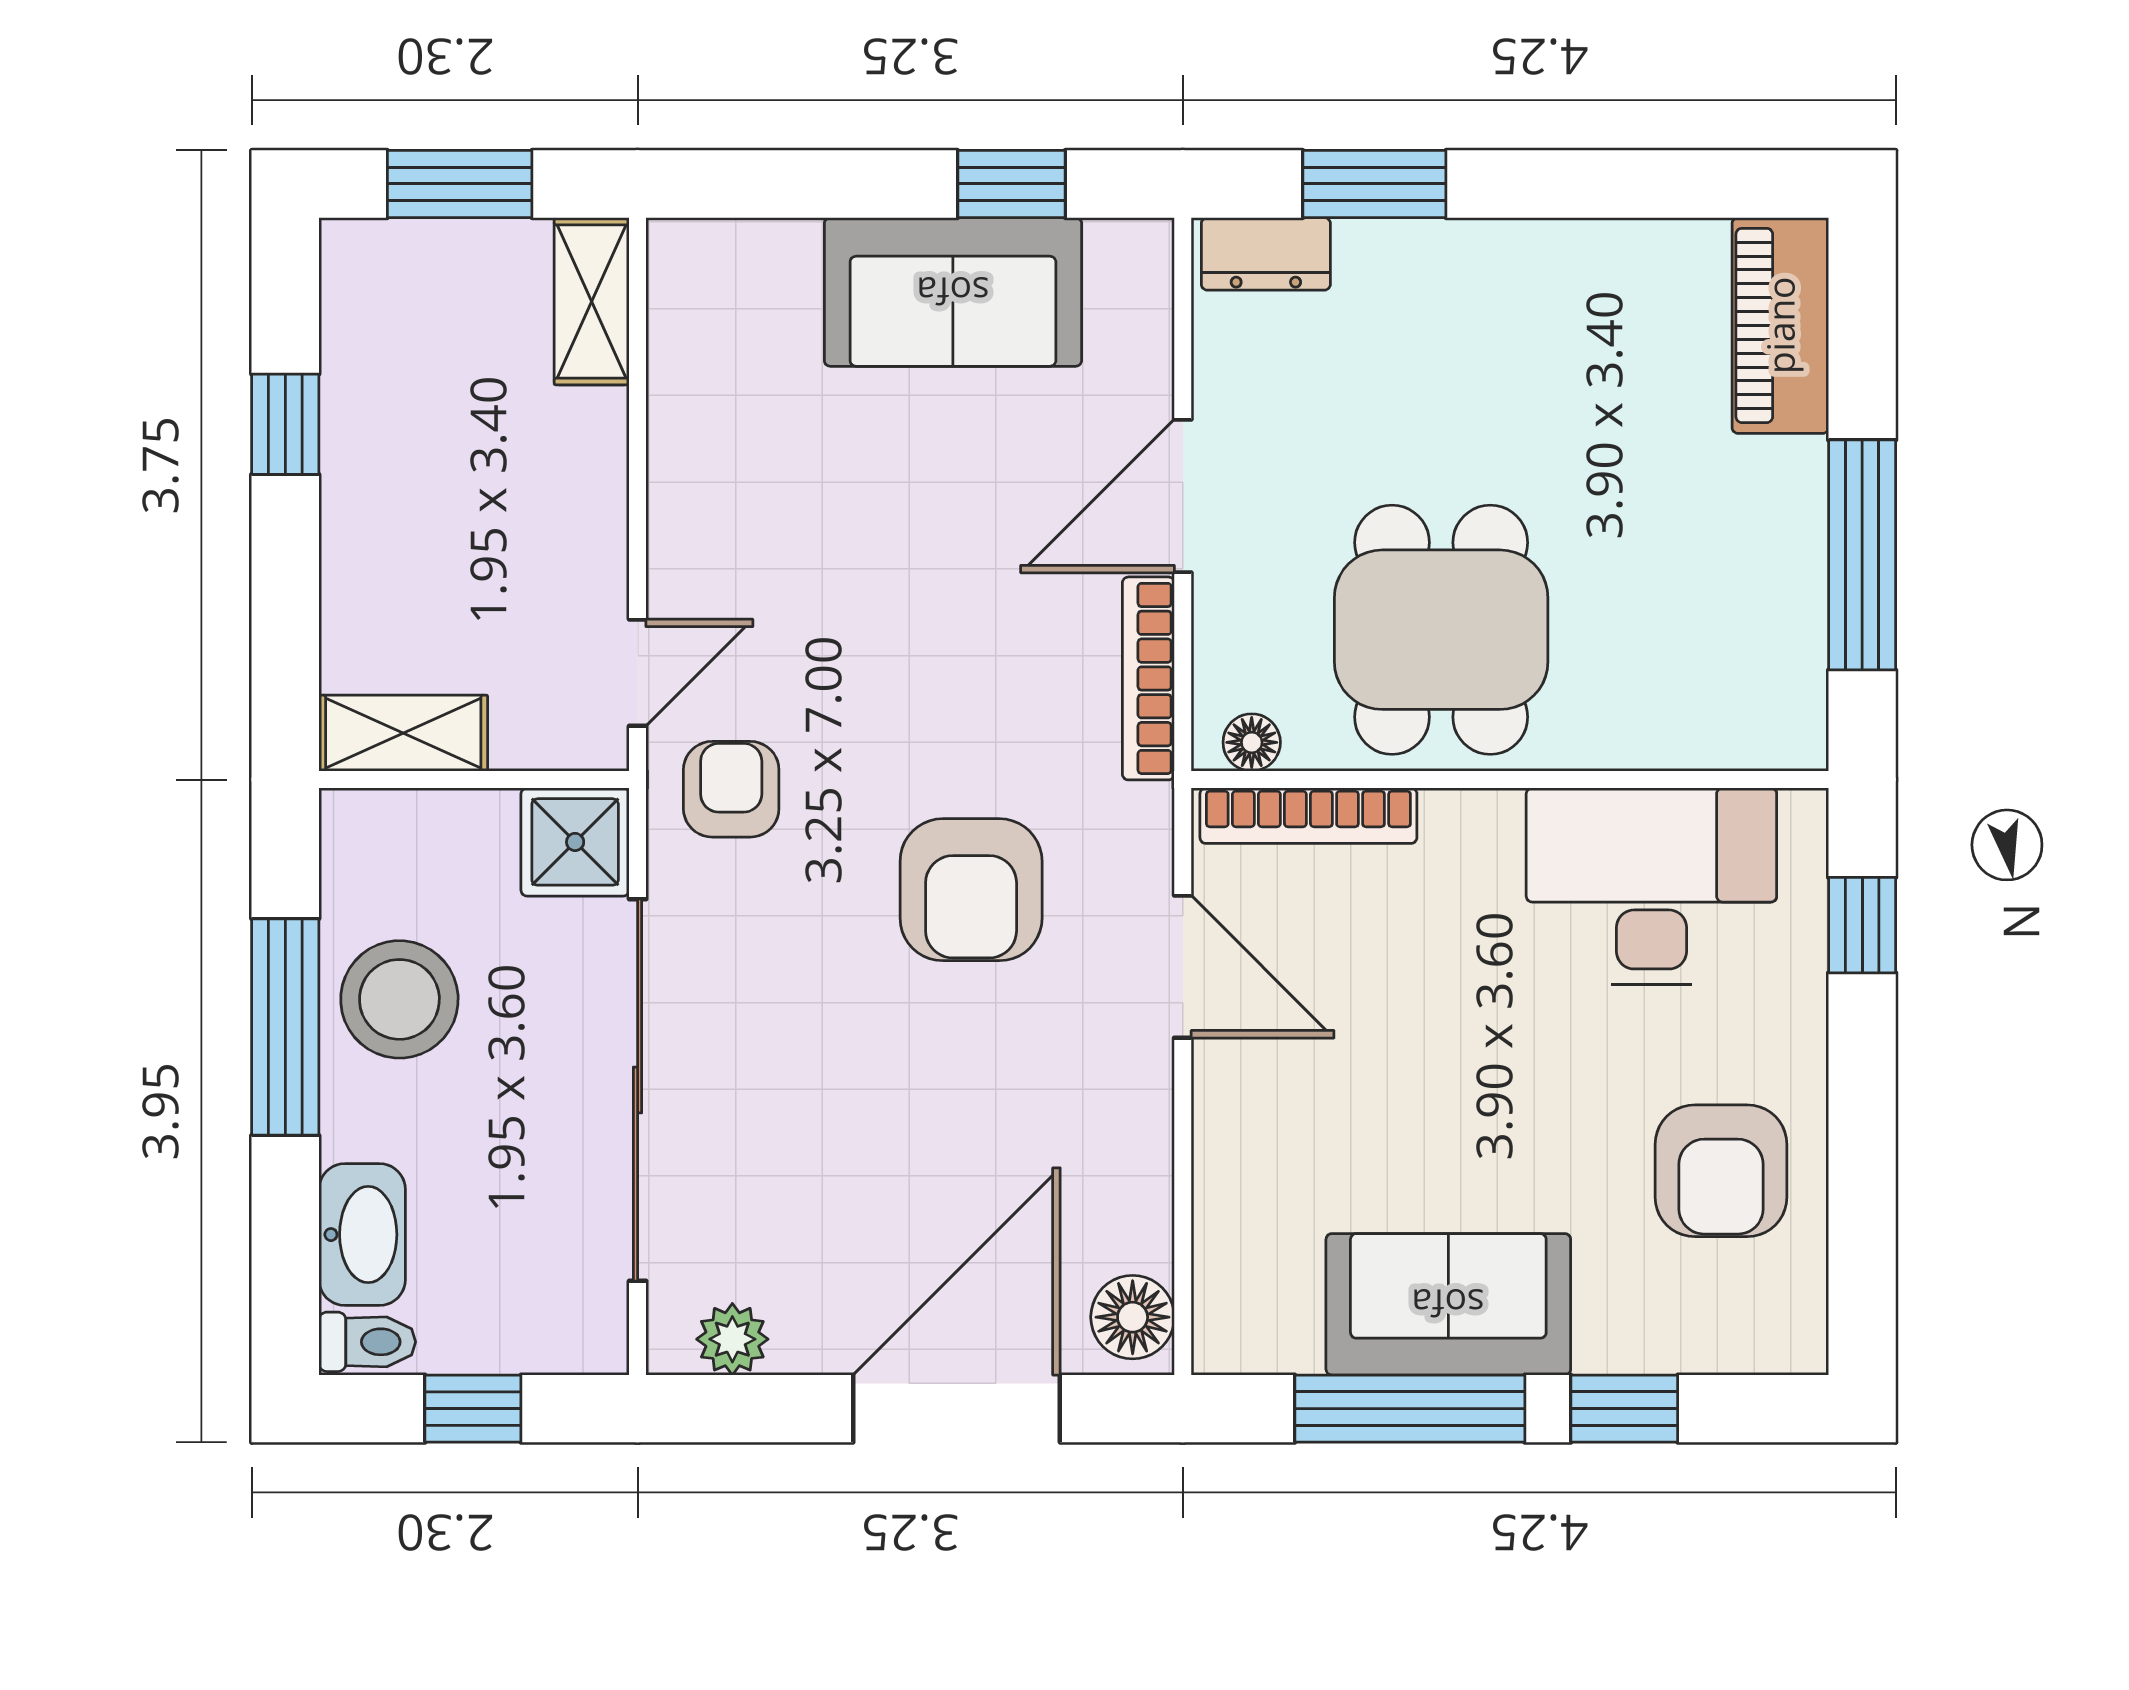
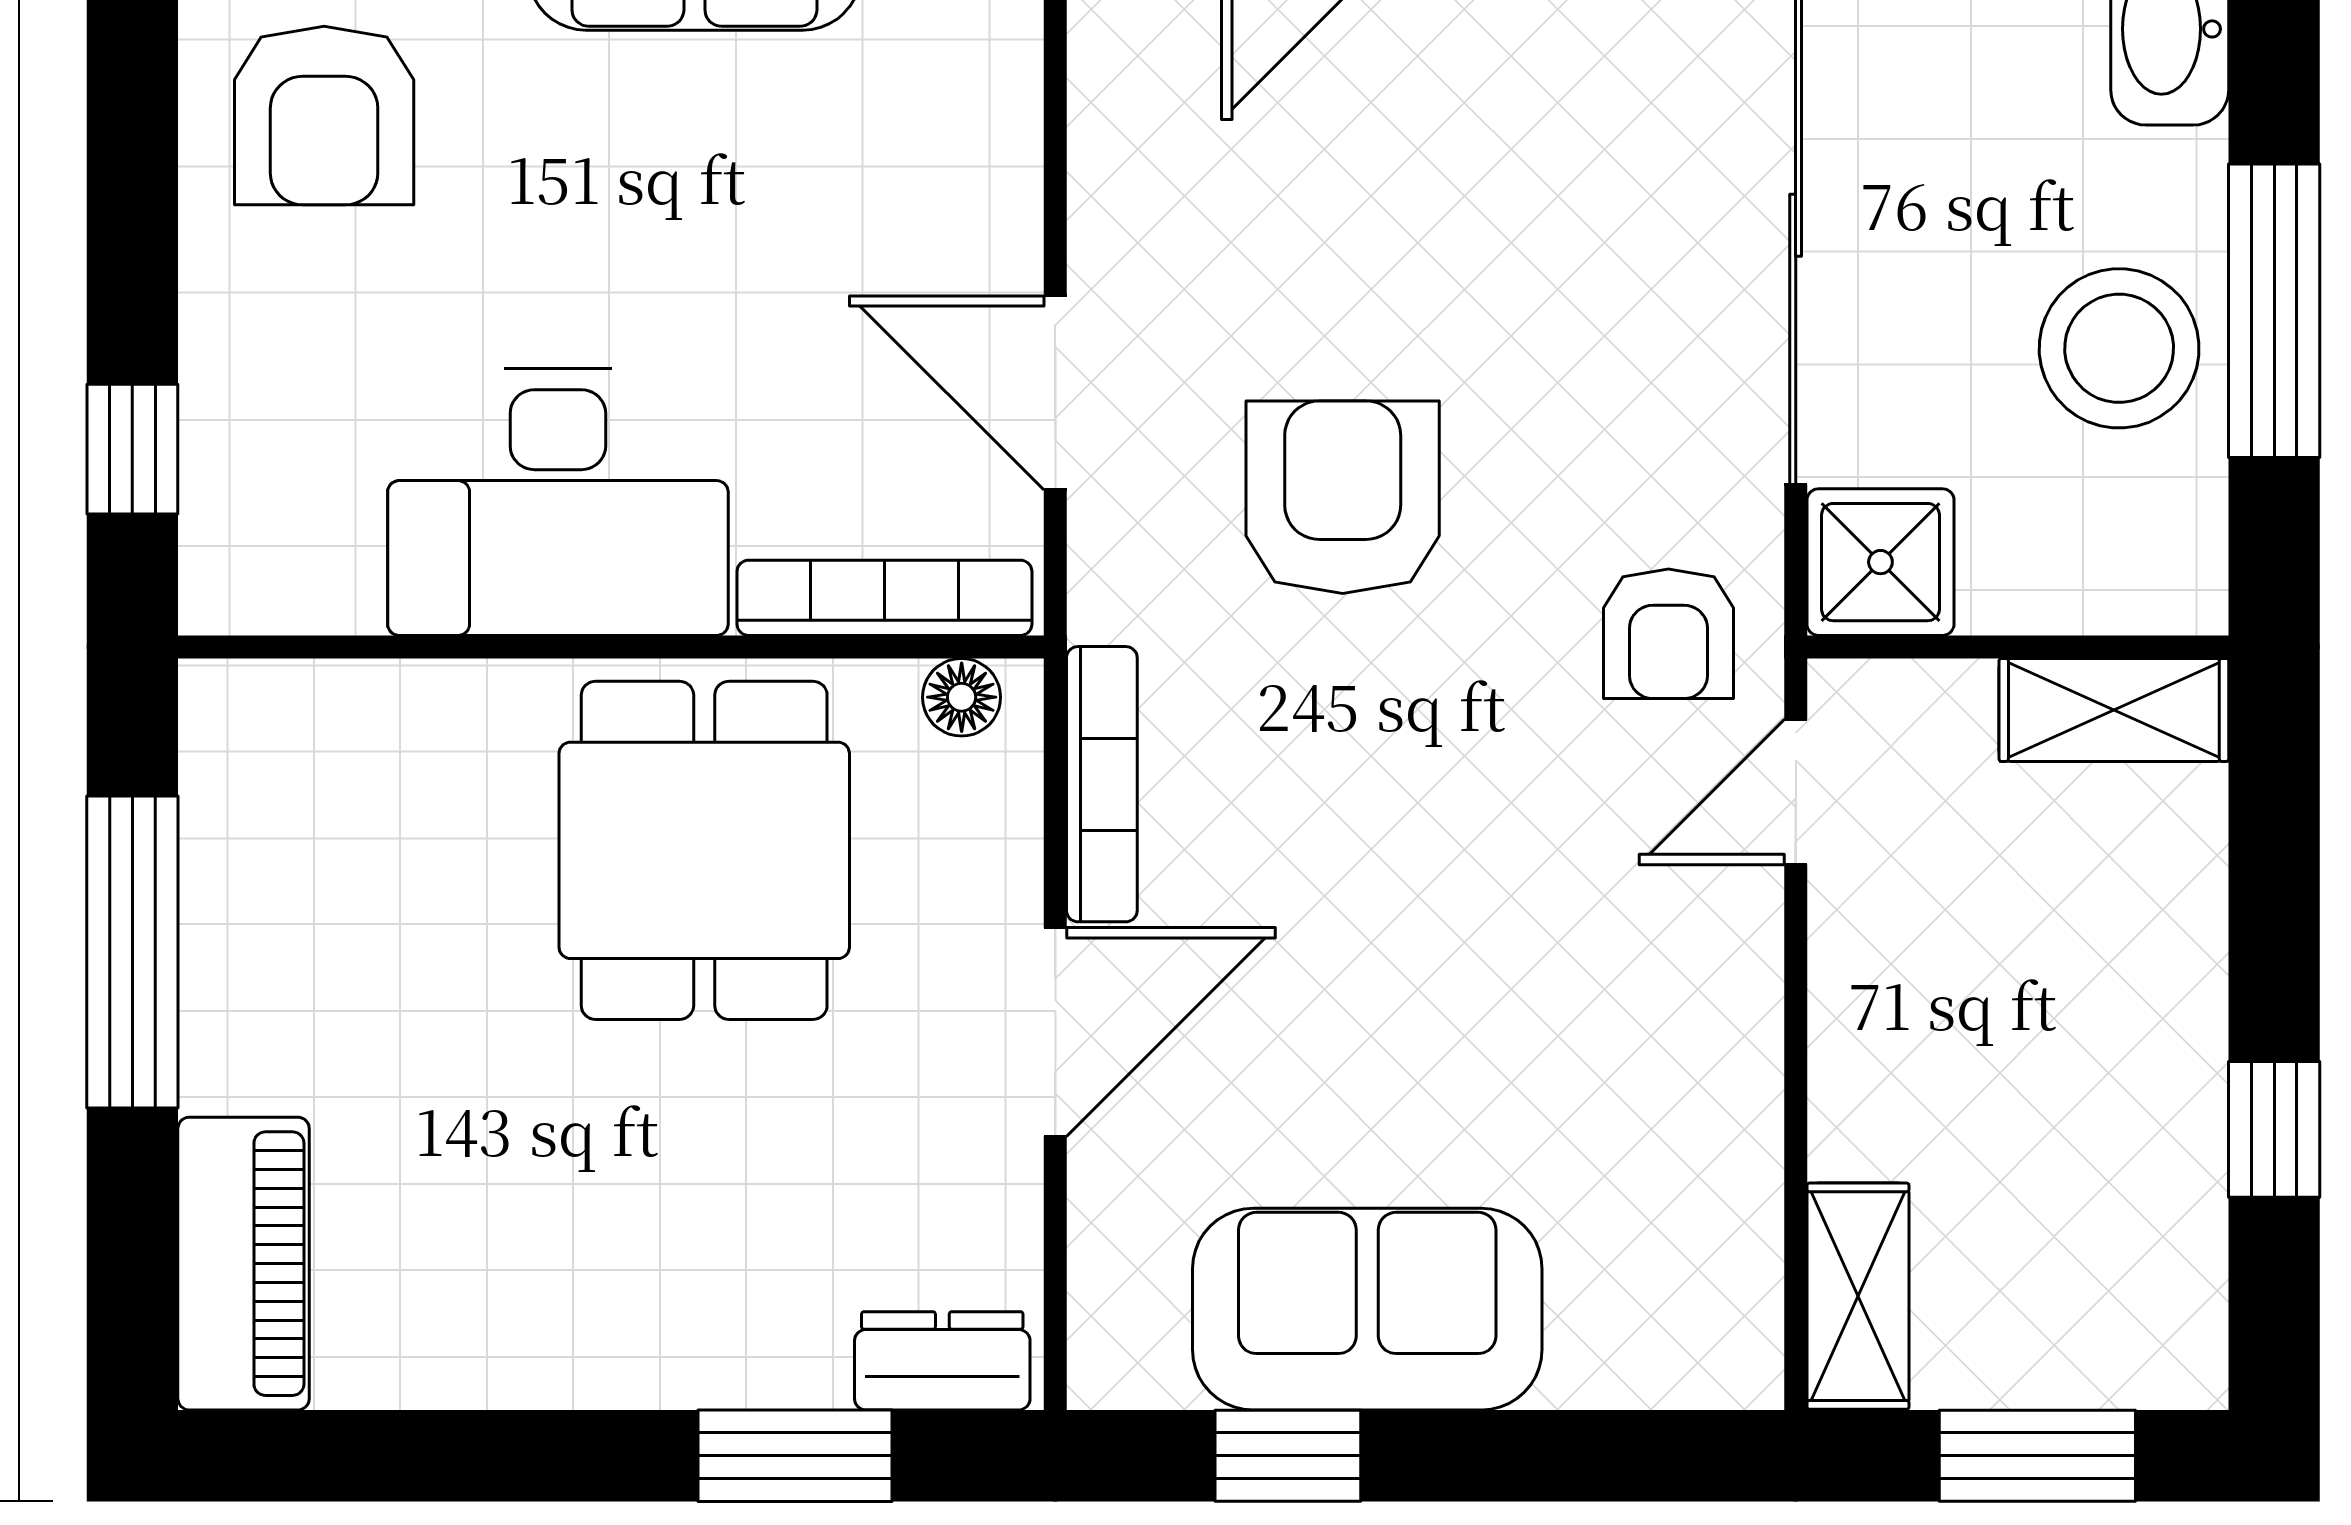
desk: (1651, 886) -> (558, 502), moved
armchair: (1721, 1171) -> (324, 115), turned 180

